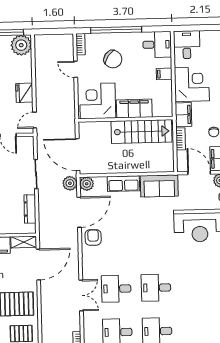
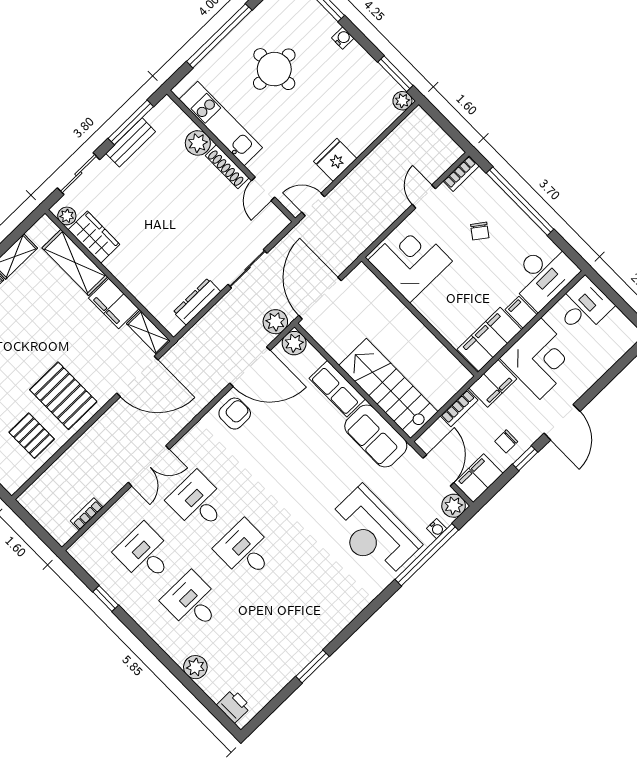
plant: (21, 45) -> (402, 101), width x0.53, depth x0.53
desk: (157, 45) -> (543, 275), width x1.37
chair: (113, 59) -> (480, 231), width x0.54, depth x0.54
filing cabinet: (134, 109) -> (489, 339), moved, turned -90
stairs: (141, 132) -> (388, 388), moved, turned 180

